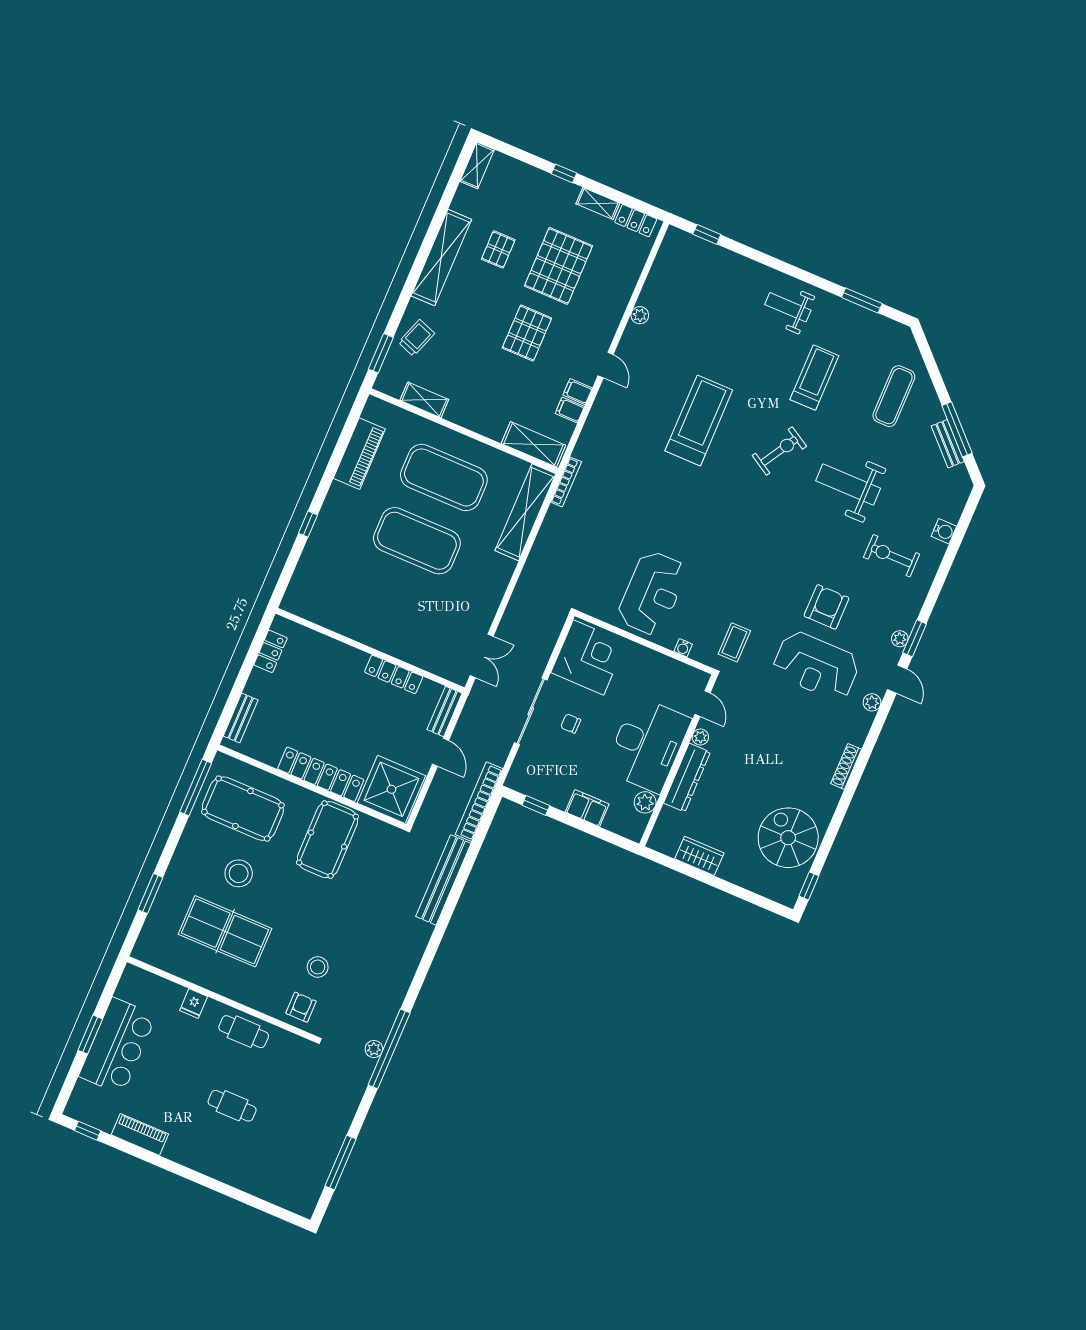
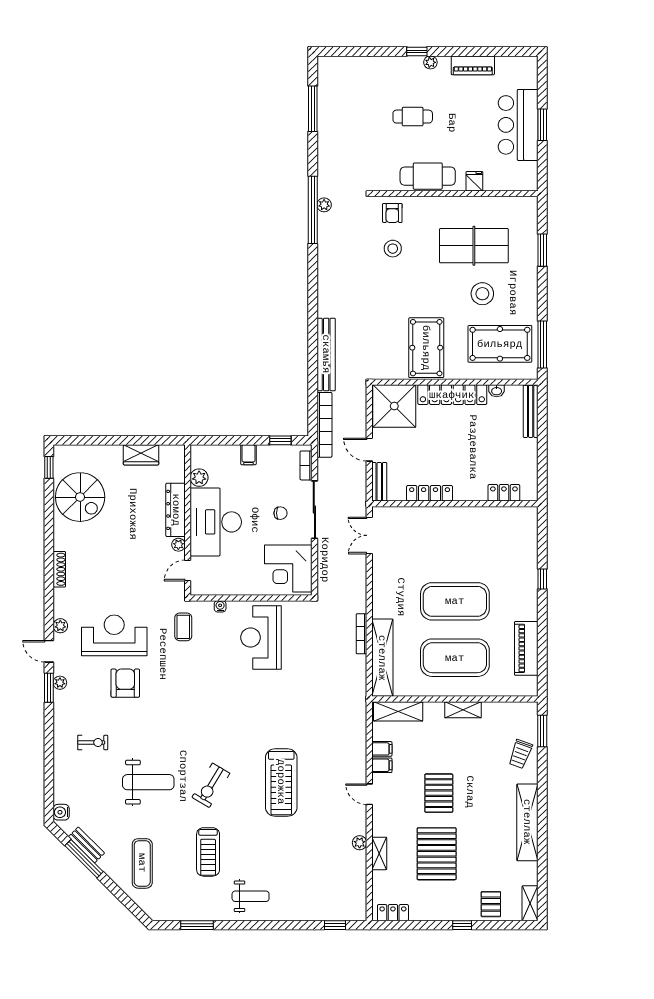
shelving: (598, 203) -> (379, 853), moved, turned 90
pallet: (498, 249) -> (491, 904), moved
shelving: (424, 400) -> (463, 710), moved
bookcase: (566, 482) -> (362, 634), moved
water cooler: (944, 531) -> (61, 812), moved
exercise bike: (892, 556) -> (93, 743), width x0.73, depth x0.72
armchair: (827, 607) -> (125, 683), turned 180
locker: (271, 651) -> (504, 493), moved, turned 90
door: (702, 704) -> (188, 570), hinge flipped
bench: (241, 718) -> (531, 411), width x1.36
washbasin: (269, 757) -> (497, 391), added
bookcase: (519, 765) -> (306, 465), added
filing cabinet: (587, 808) -> (248, 455), width x0.50
cafe table: (244, 1032) -> (428, 176), width x1.37, depth x1.35
window: (88, 1131) -> (417, 51), moved
plant: (186, 1158) -> (430, 62), added

